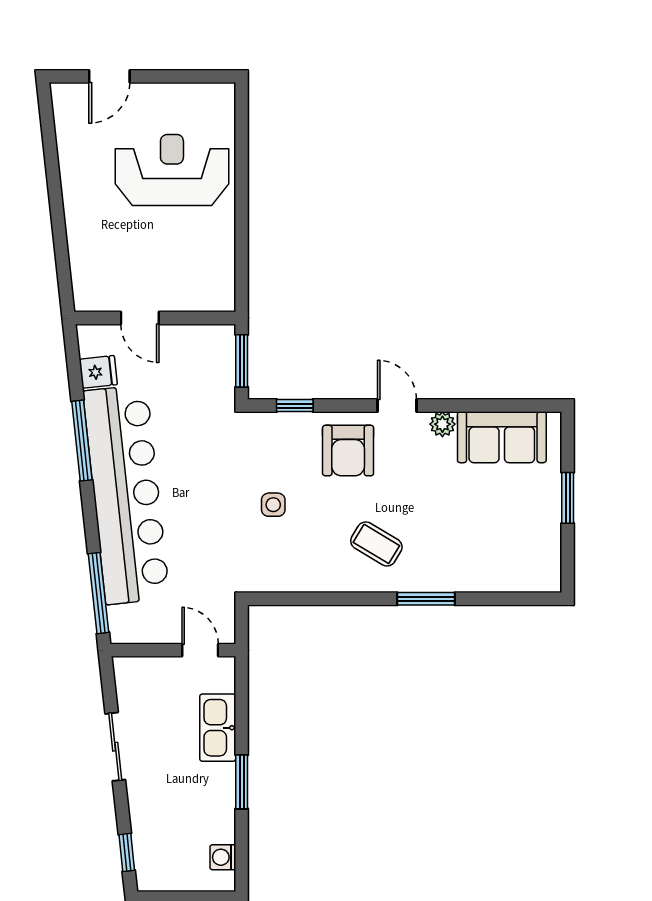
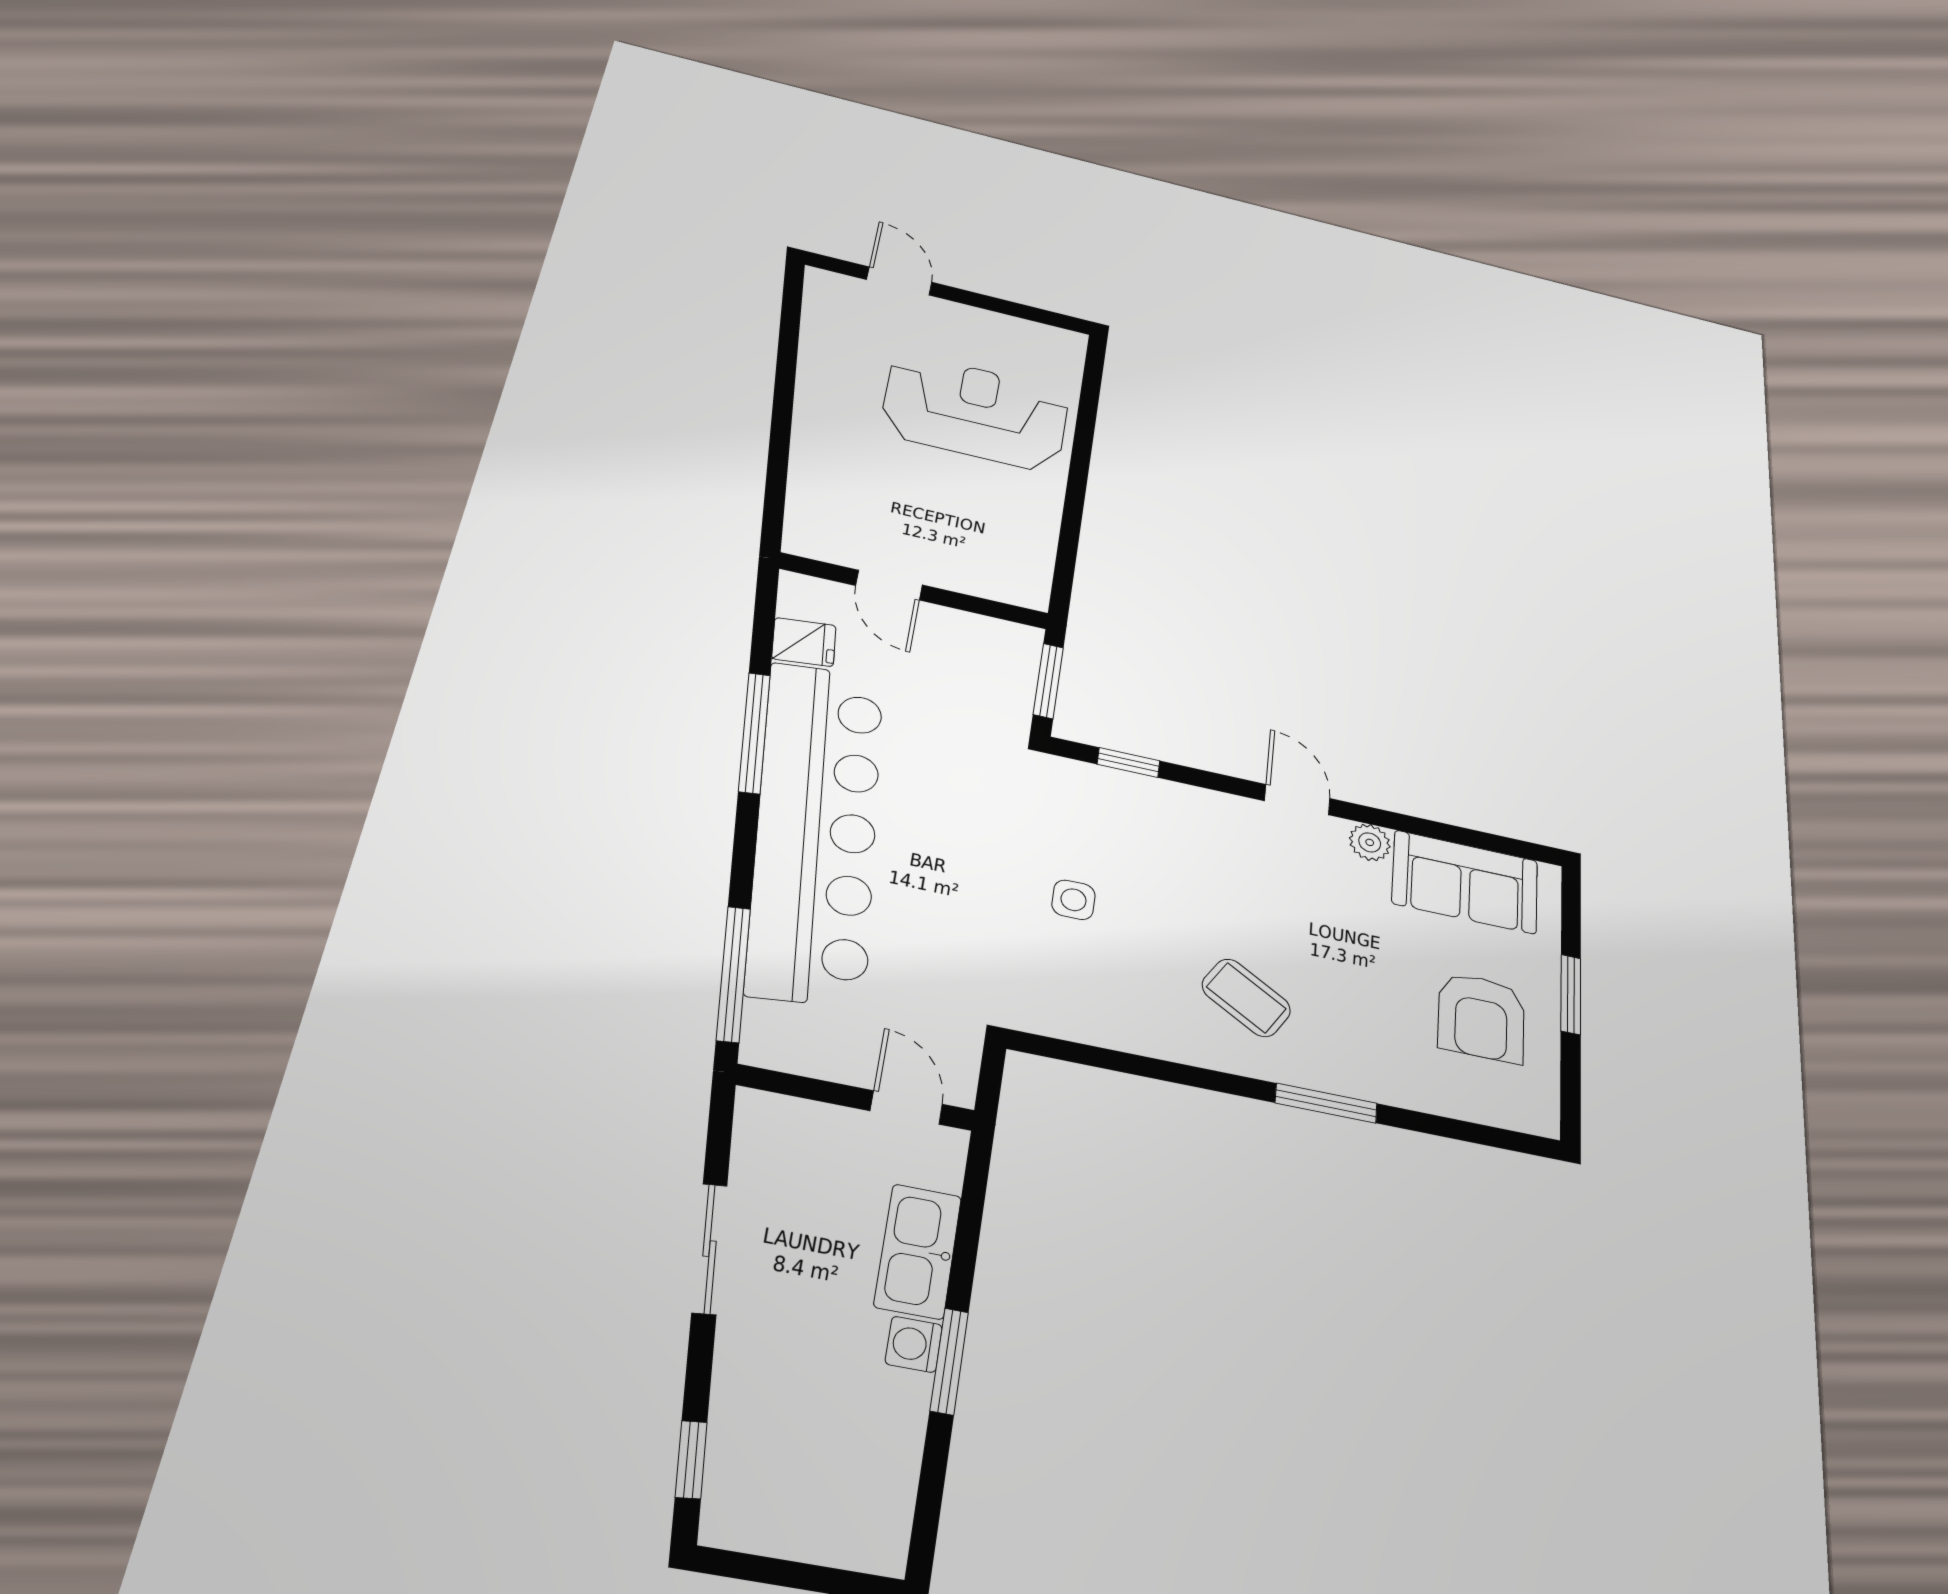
door: (109, 76) -> (899, 281), swing flipped
armchair: (348, 451) -> (1481, 1017), moved
washing machine: (223, 857) -> (914, 1344), moved

